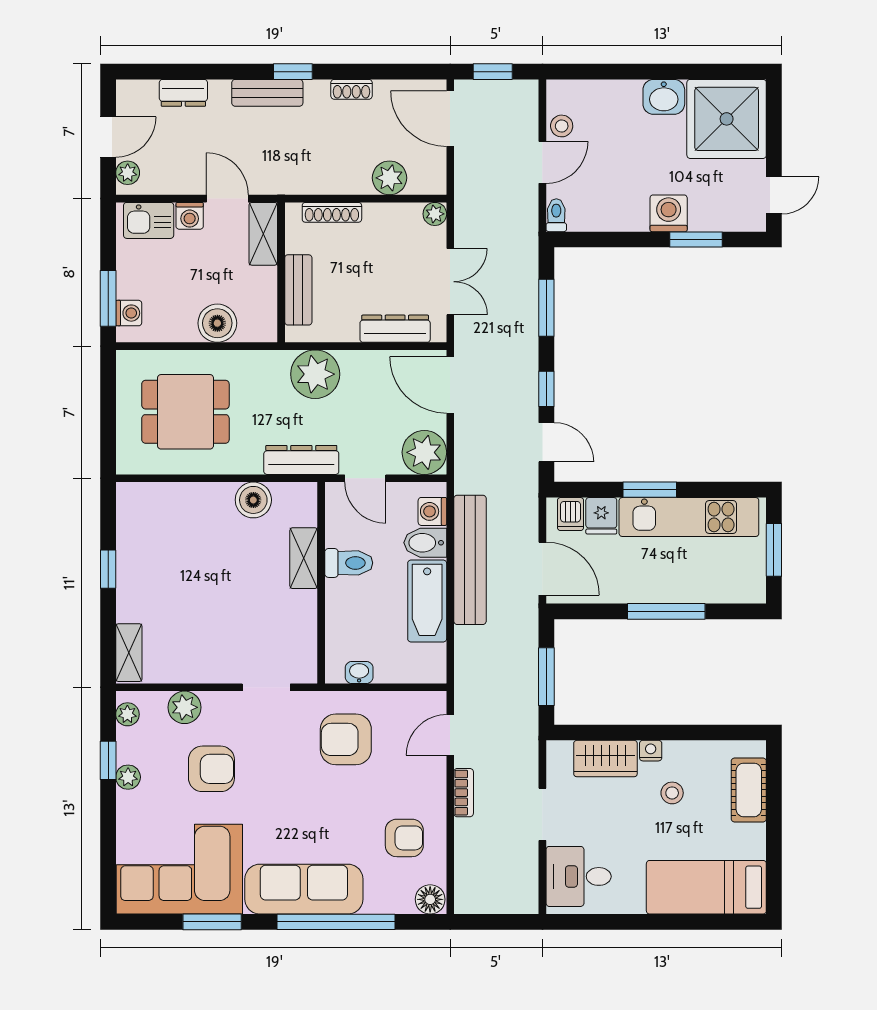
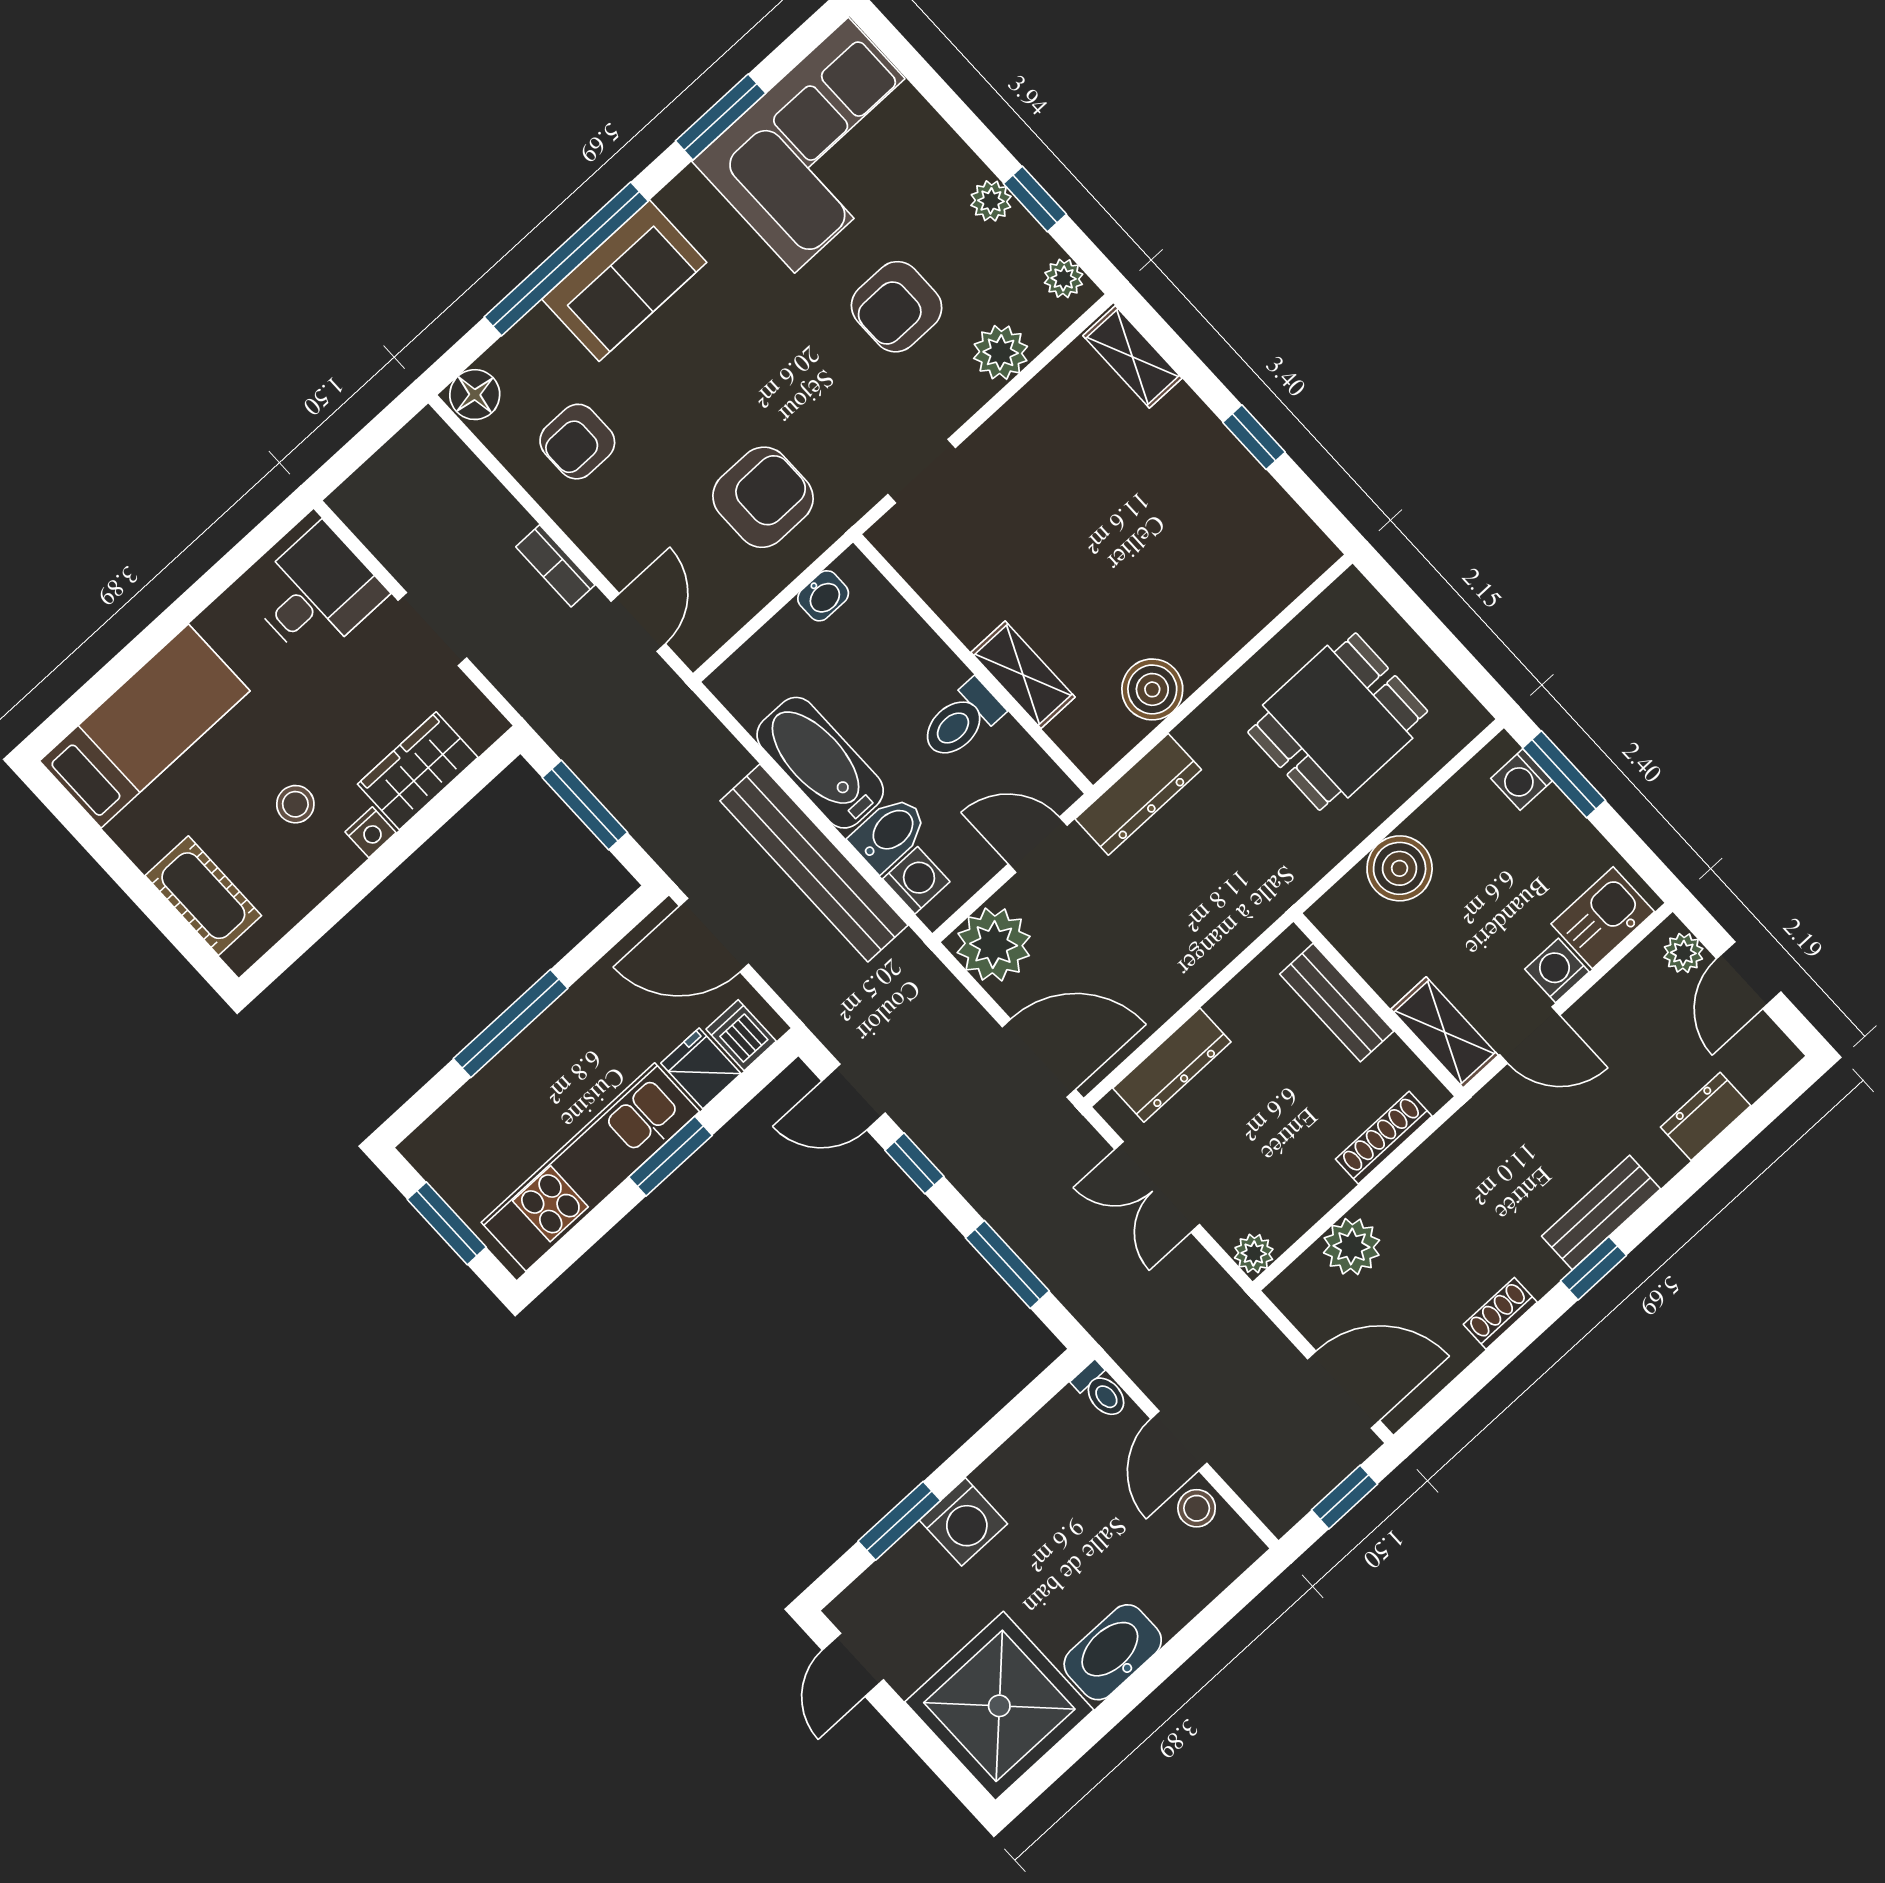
washbasin: (664, 97) -> (1113, 1652), width x1.38
plant: (315, 374) -> (1219, 917), removed
sofa: (304, 889) -> (624, 281), width x0.73

